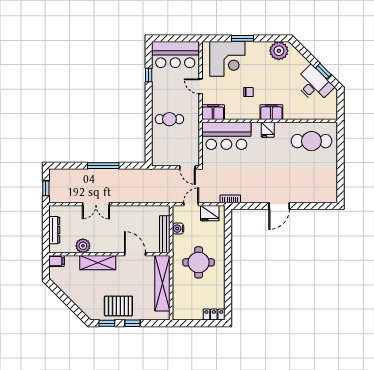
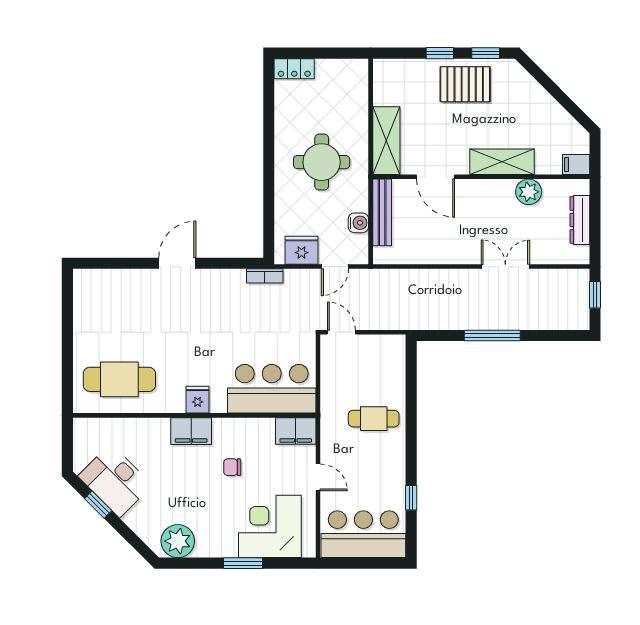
shelving: (162, 283) -> (386, 141), width x0.68

